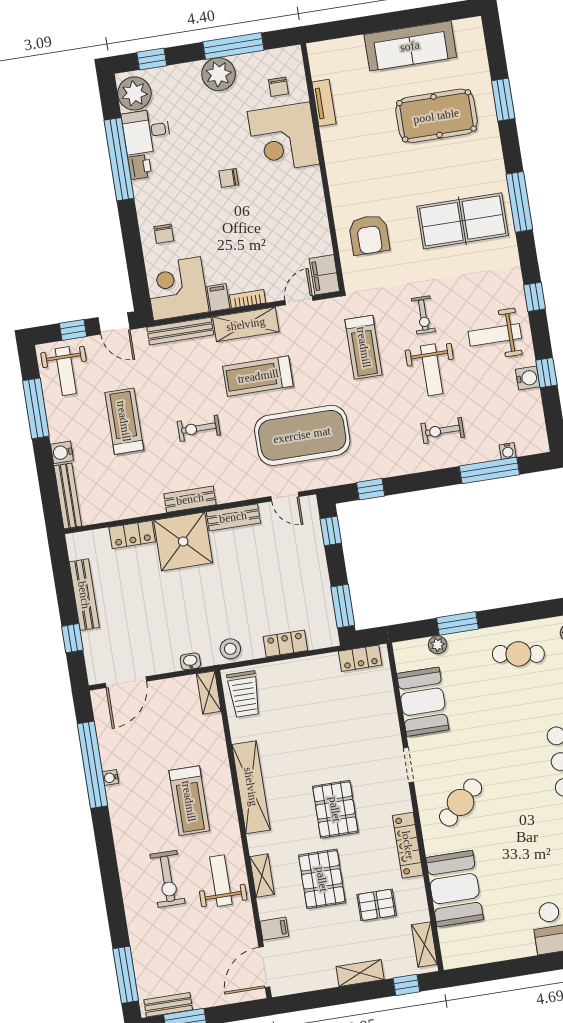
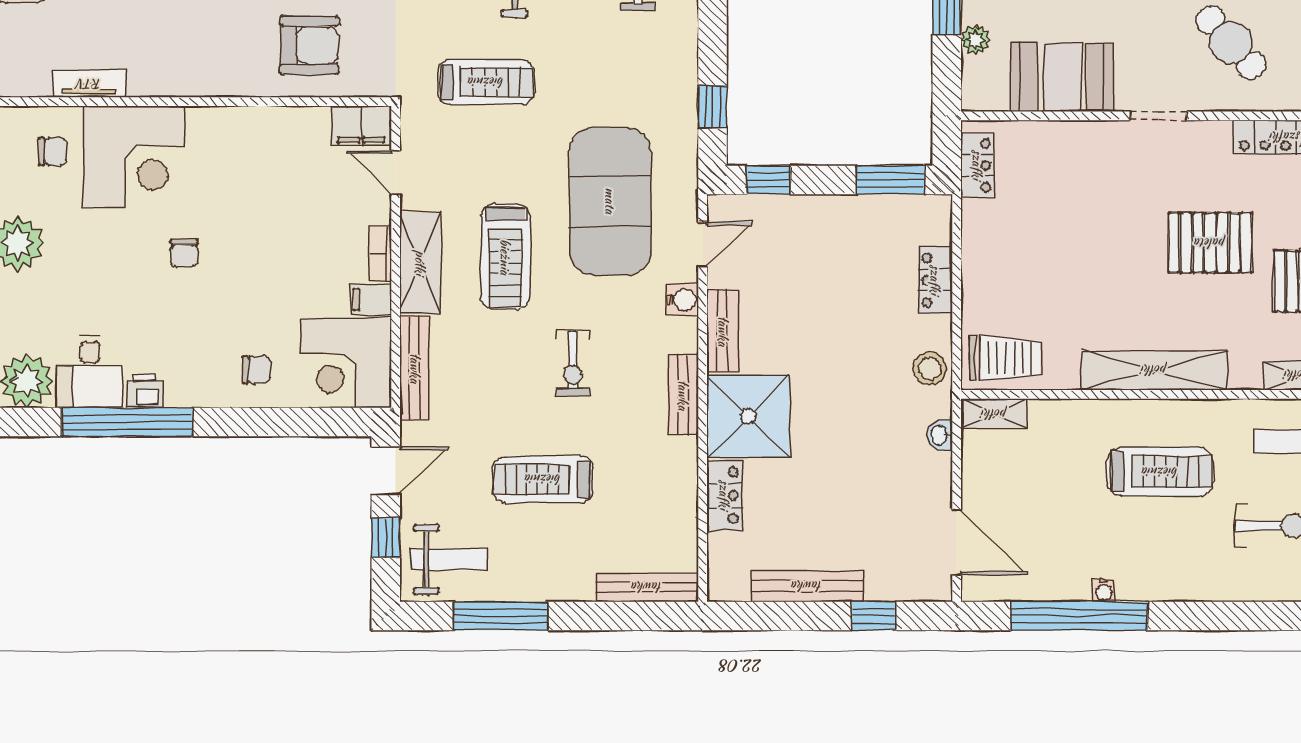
water cooler: (62, 452) -> (682, 300), moved, turned -90

